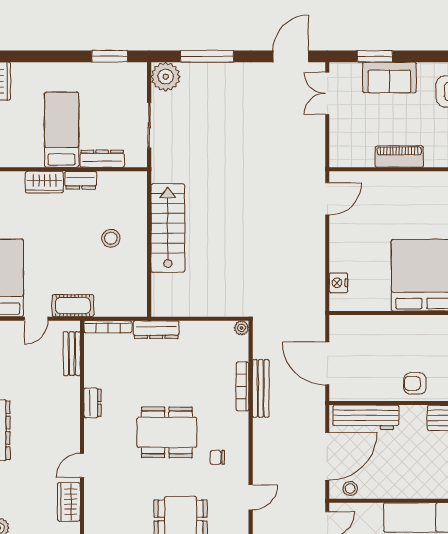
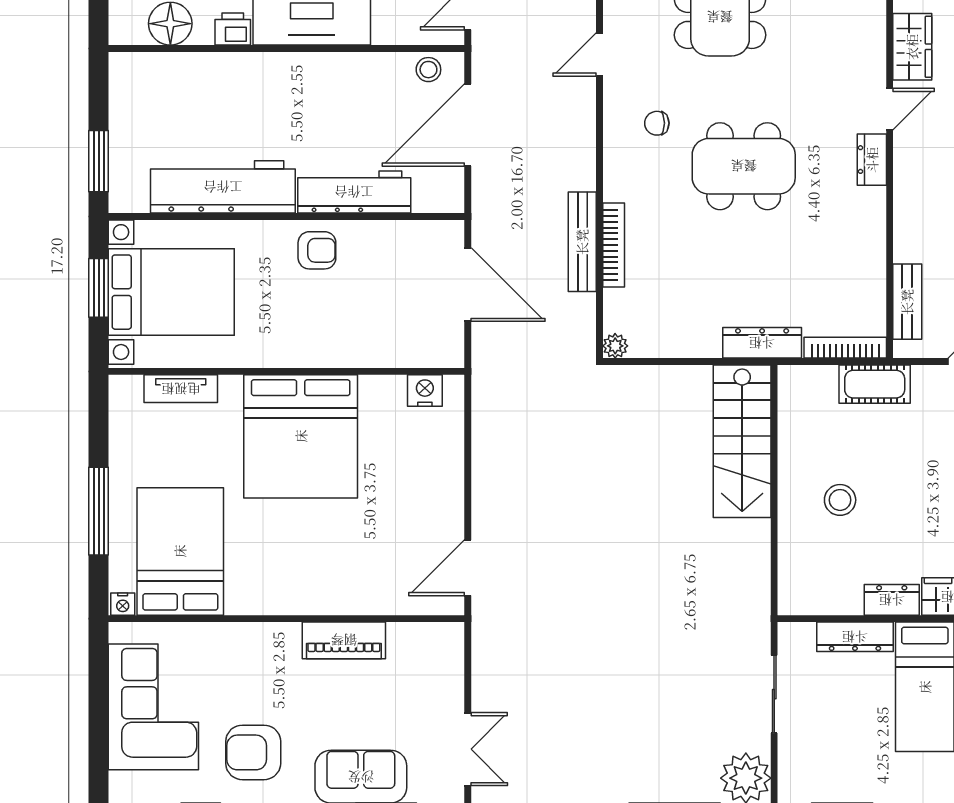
stairs: (168, 228) -> (742, 441), moved
nightstand: (338, 283) -> (425, 391), moved, turned -90
cot: (73, 306) -> (875, 384), moved
dresser: (92, 403) -> (872, 160), moved
workbench: (366, 417) -> (354, 192), moved
chair: (217, 457) -> (657, 123), turned 180

